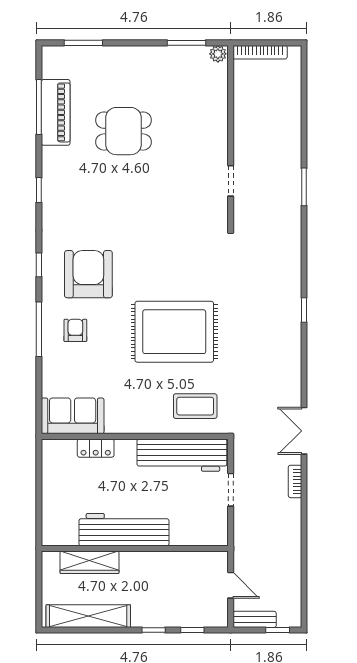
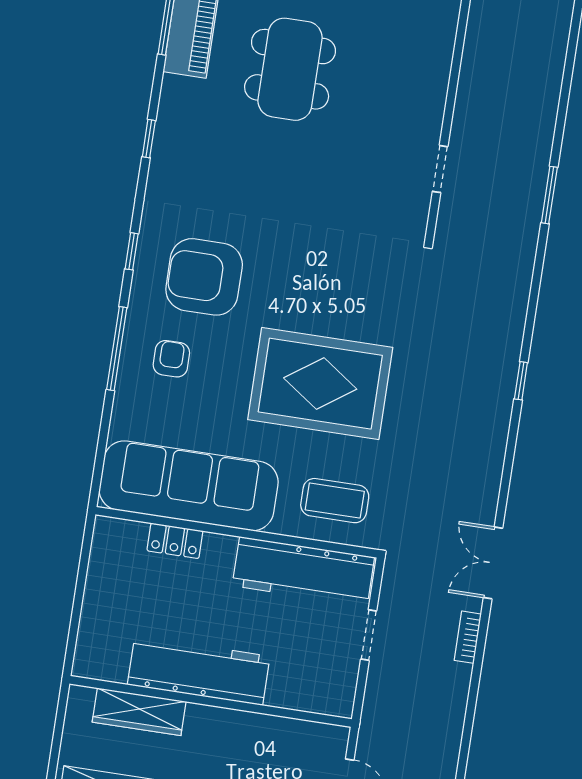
dining table: (124, 131) -> (290, 69), width x1.38
armchair: (88, 274) -> (204, 277), turned -90
sofa: (73, 416) -> (189, 486), width x1.85, depth x1.27

